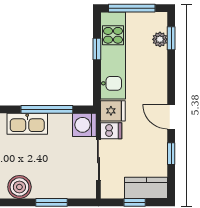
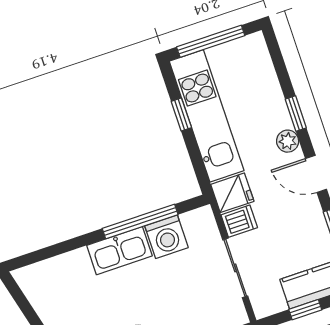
window: (171, 38) -> (296, 114), moved
plant: (160, 39) -> (288, 141), moved
washing machine: (84, 125) -> (166, 237), moved, turned -90

